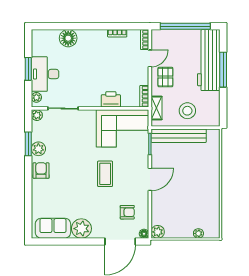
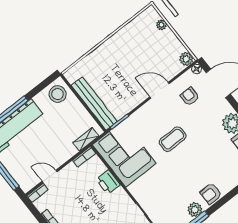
pallet: (165, 77) -> (55, 152), removed
stool: (187, 111) -> (58, 94), moved
door: (150, 179) -> (160, 90), moved

